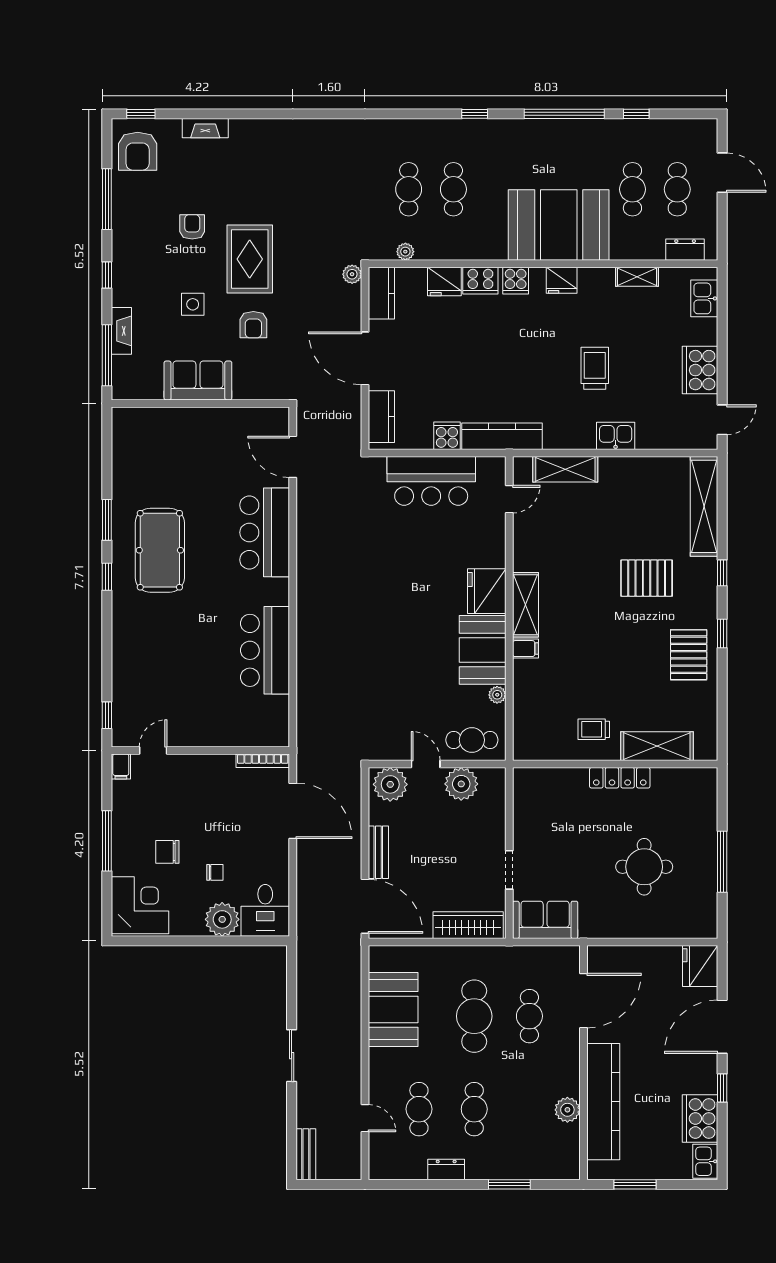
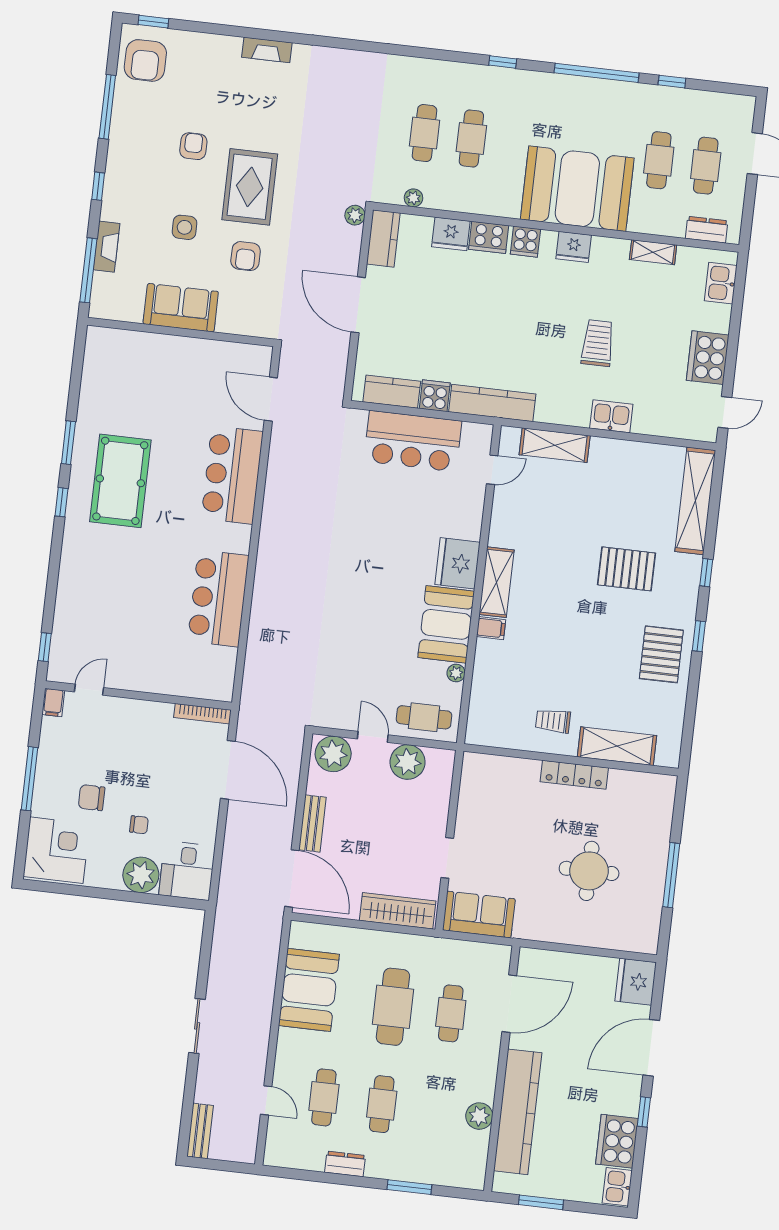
fireplace: (205, 128) -> (267, 50), moved
kitchen counter: (381, 417) -> (392, 392), moved, turned -90

